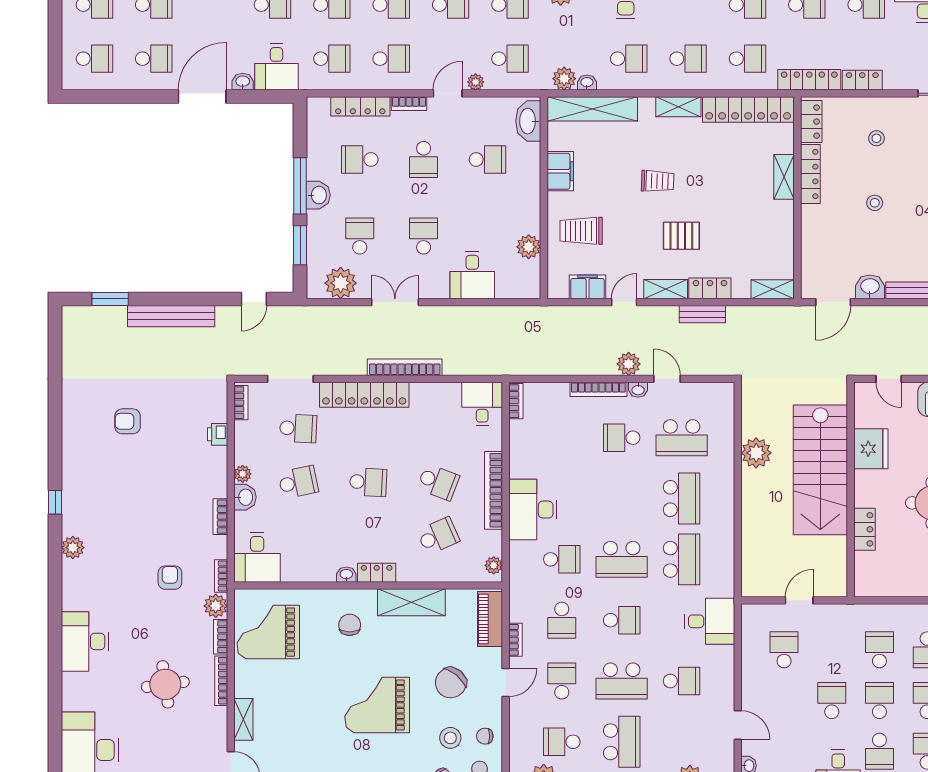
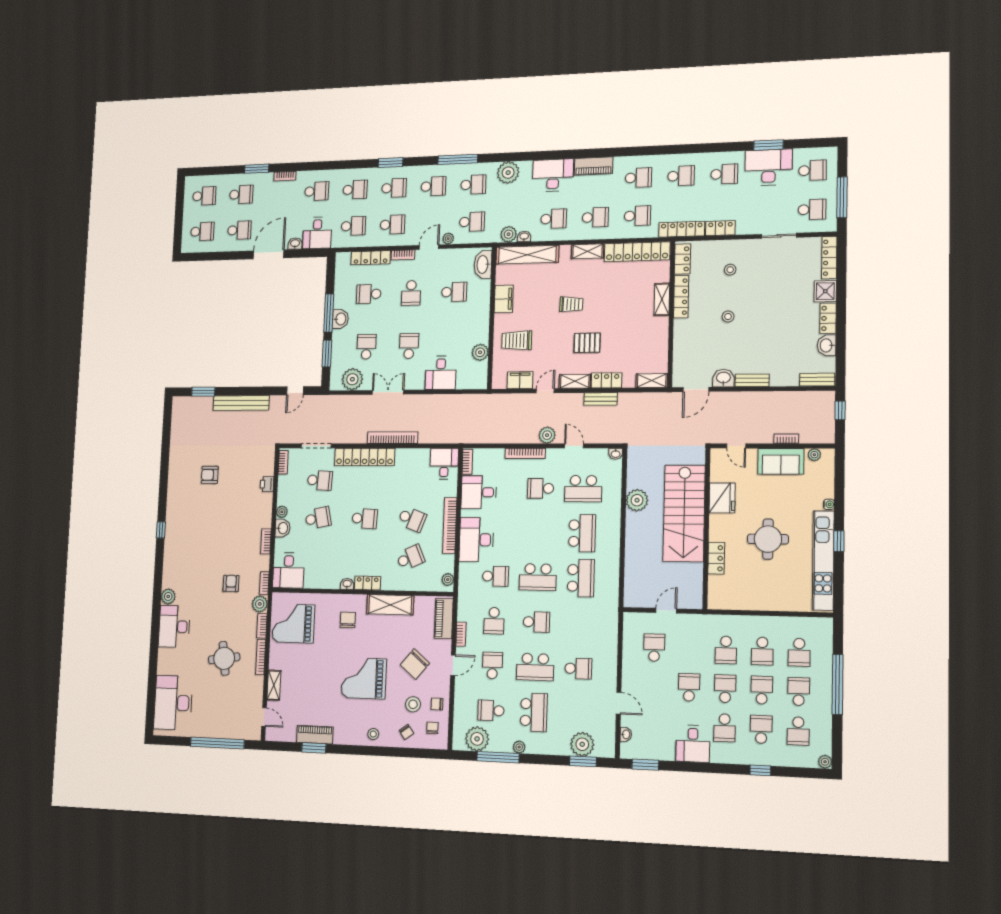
washbasin: (638, 390) -> (616, 454), moved
plant: (73, 548) -> (168, 596), moved
desk: (710, 621) -> (479, 492), moved, turned 180
school desk: (879, 650) -> (726, 650), turned 180

